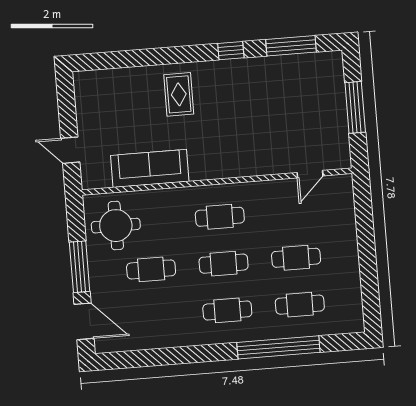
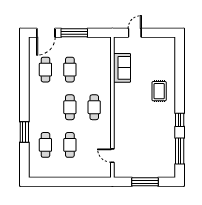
rug: (179, 94) -> (159, 91), turned 90
sofa: (150, 168) -> (122, 68), width x0.73
round table: (116, 226) -> (94, 53), removed
cafe table: (227, 310) -> (45, 70), moved
window: (278, 347) -> (24, 132), width x0.47

